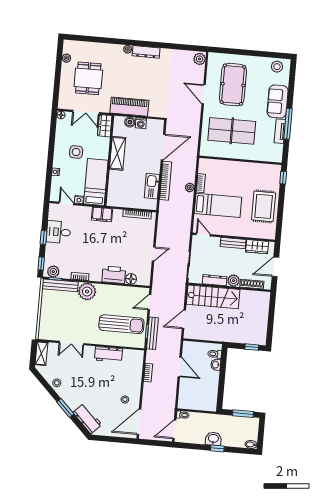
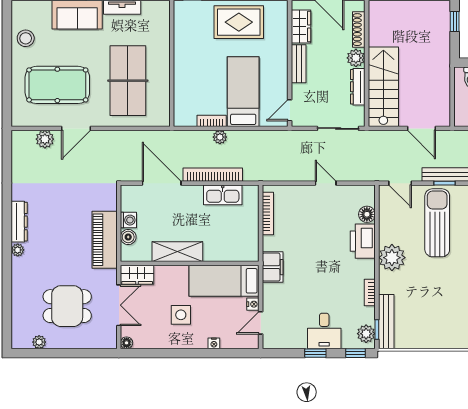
plant: (200, 59) -> (45, 139), moved
stool: (277, 67) -> (26, 38), moved
desk: (59, 232) -> (324, 331), moved
plant: (87, 291) -> (392, 258), moved

